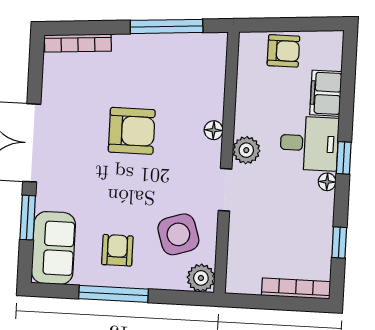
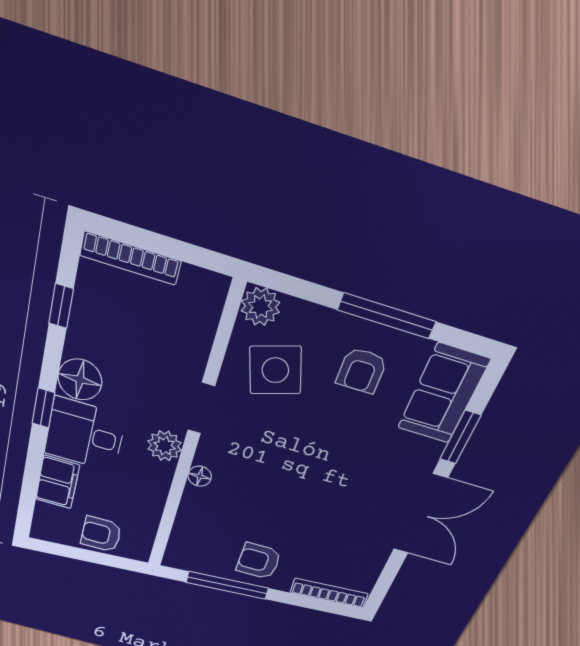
armchair: (132, 131) -> (259, 561), moved, width x0.72, depth x0.72
floor lamp: (327, 182) -> (80, 380), width x1.89, depth x1.89

